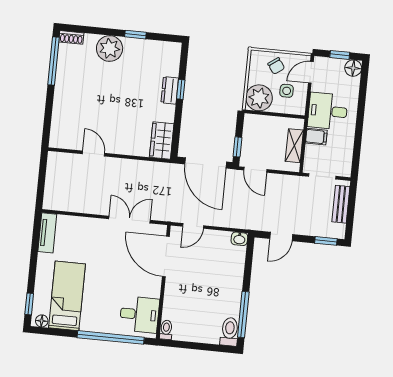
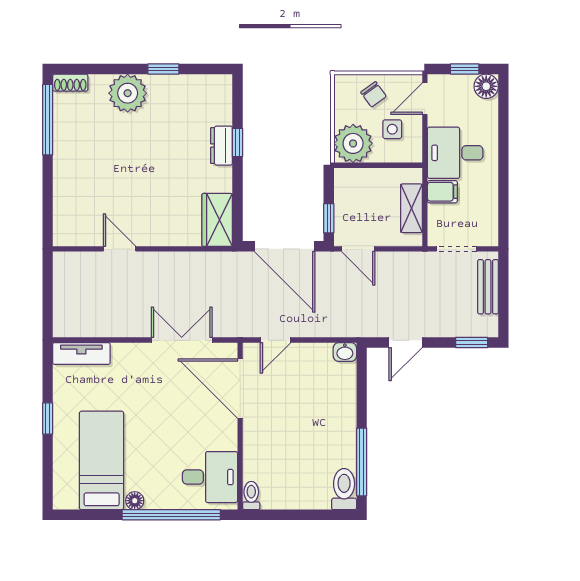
tv unit: (47, 233) -> (81, 354), moved, turned 90
window: (29, 304) -> (48, 418), moved
floor lamp: (42, 321) -> (135, 501), moved

